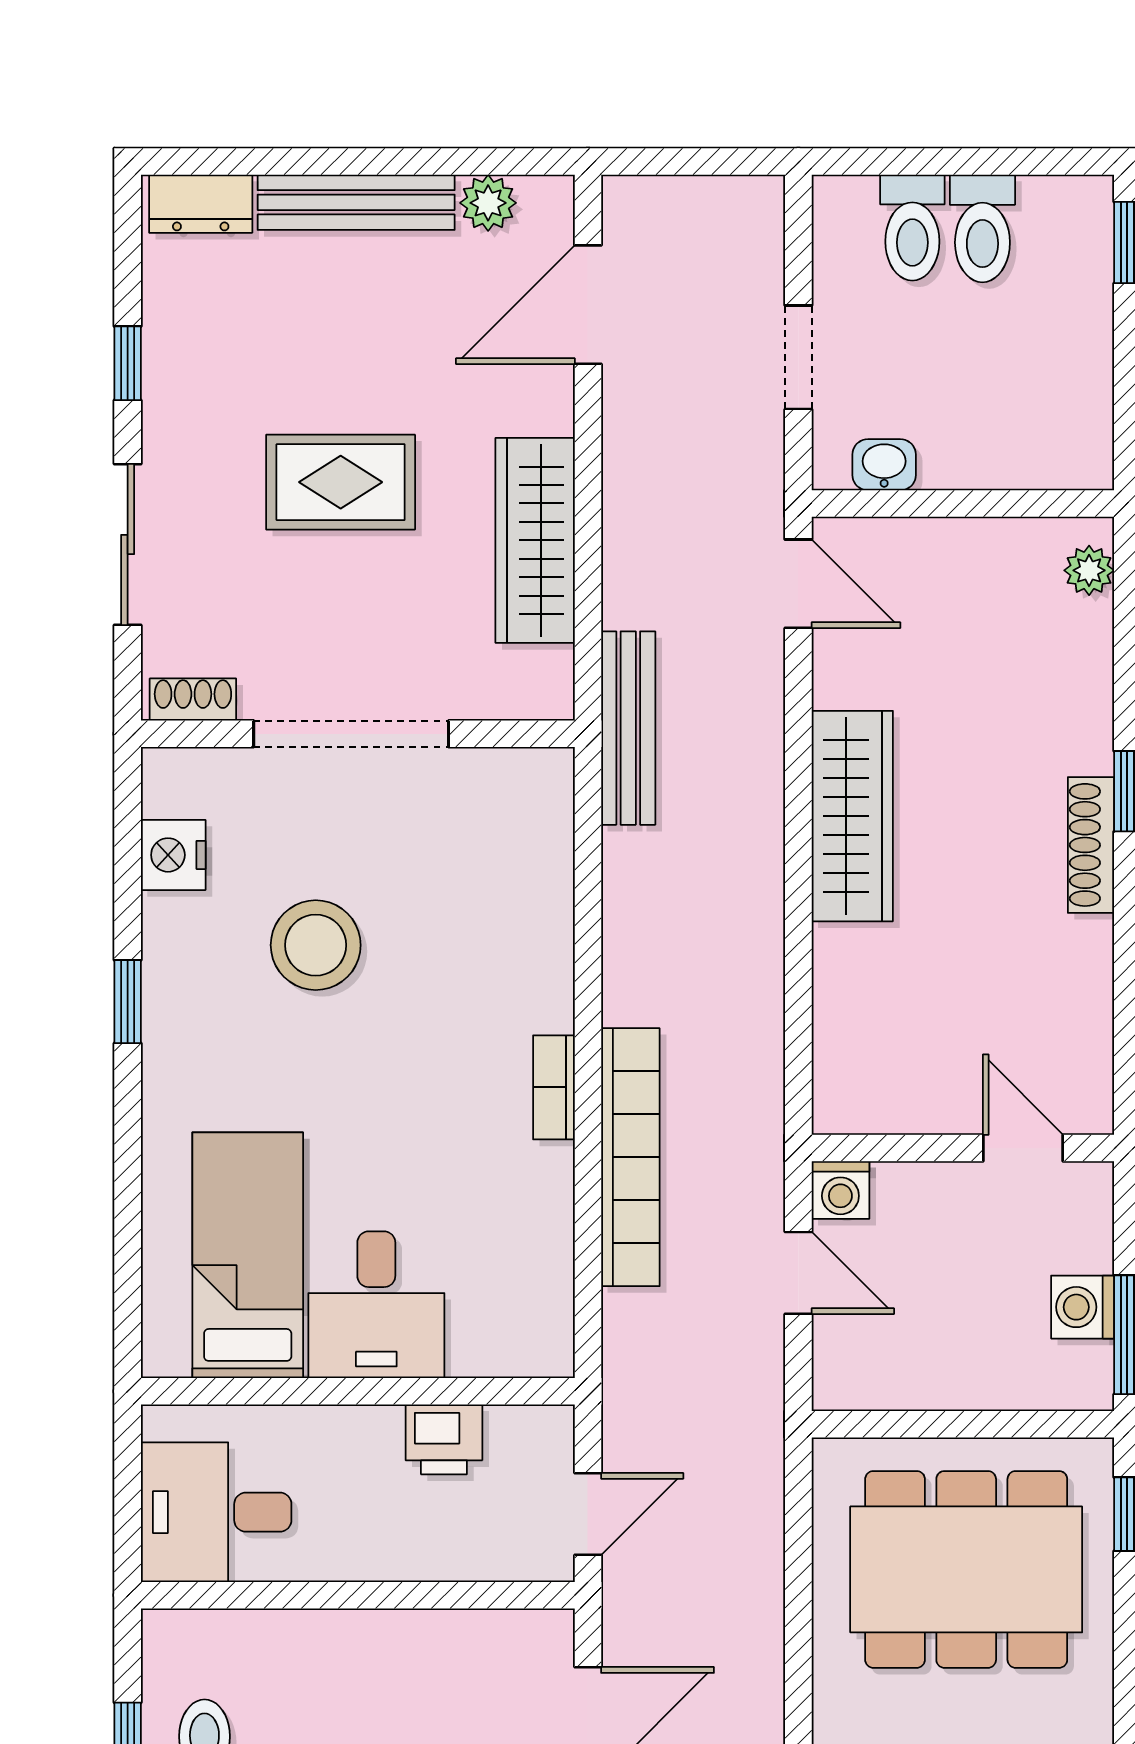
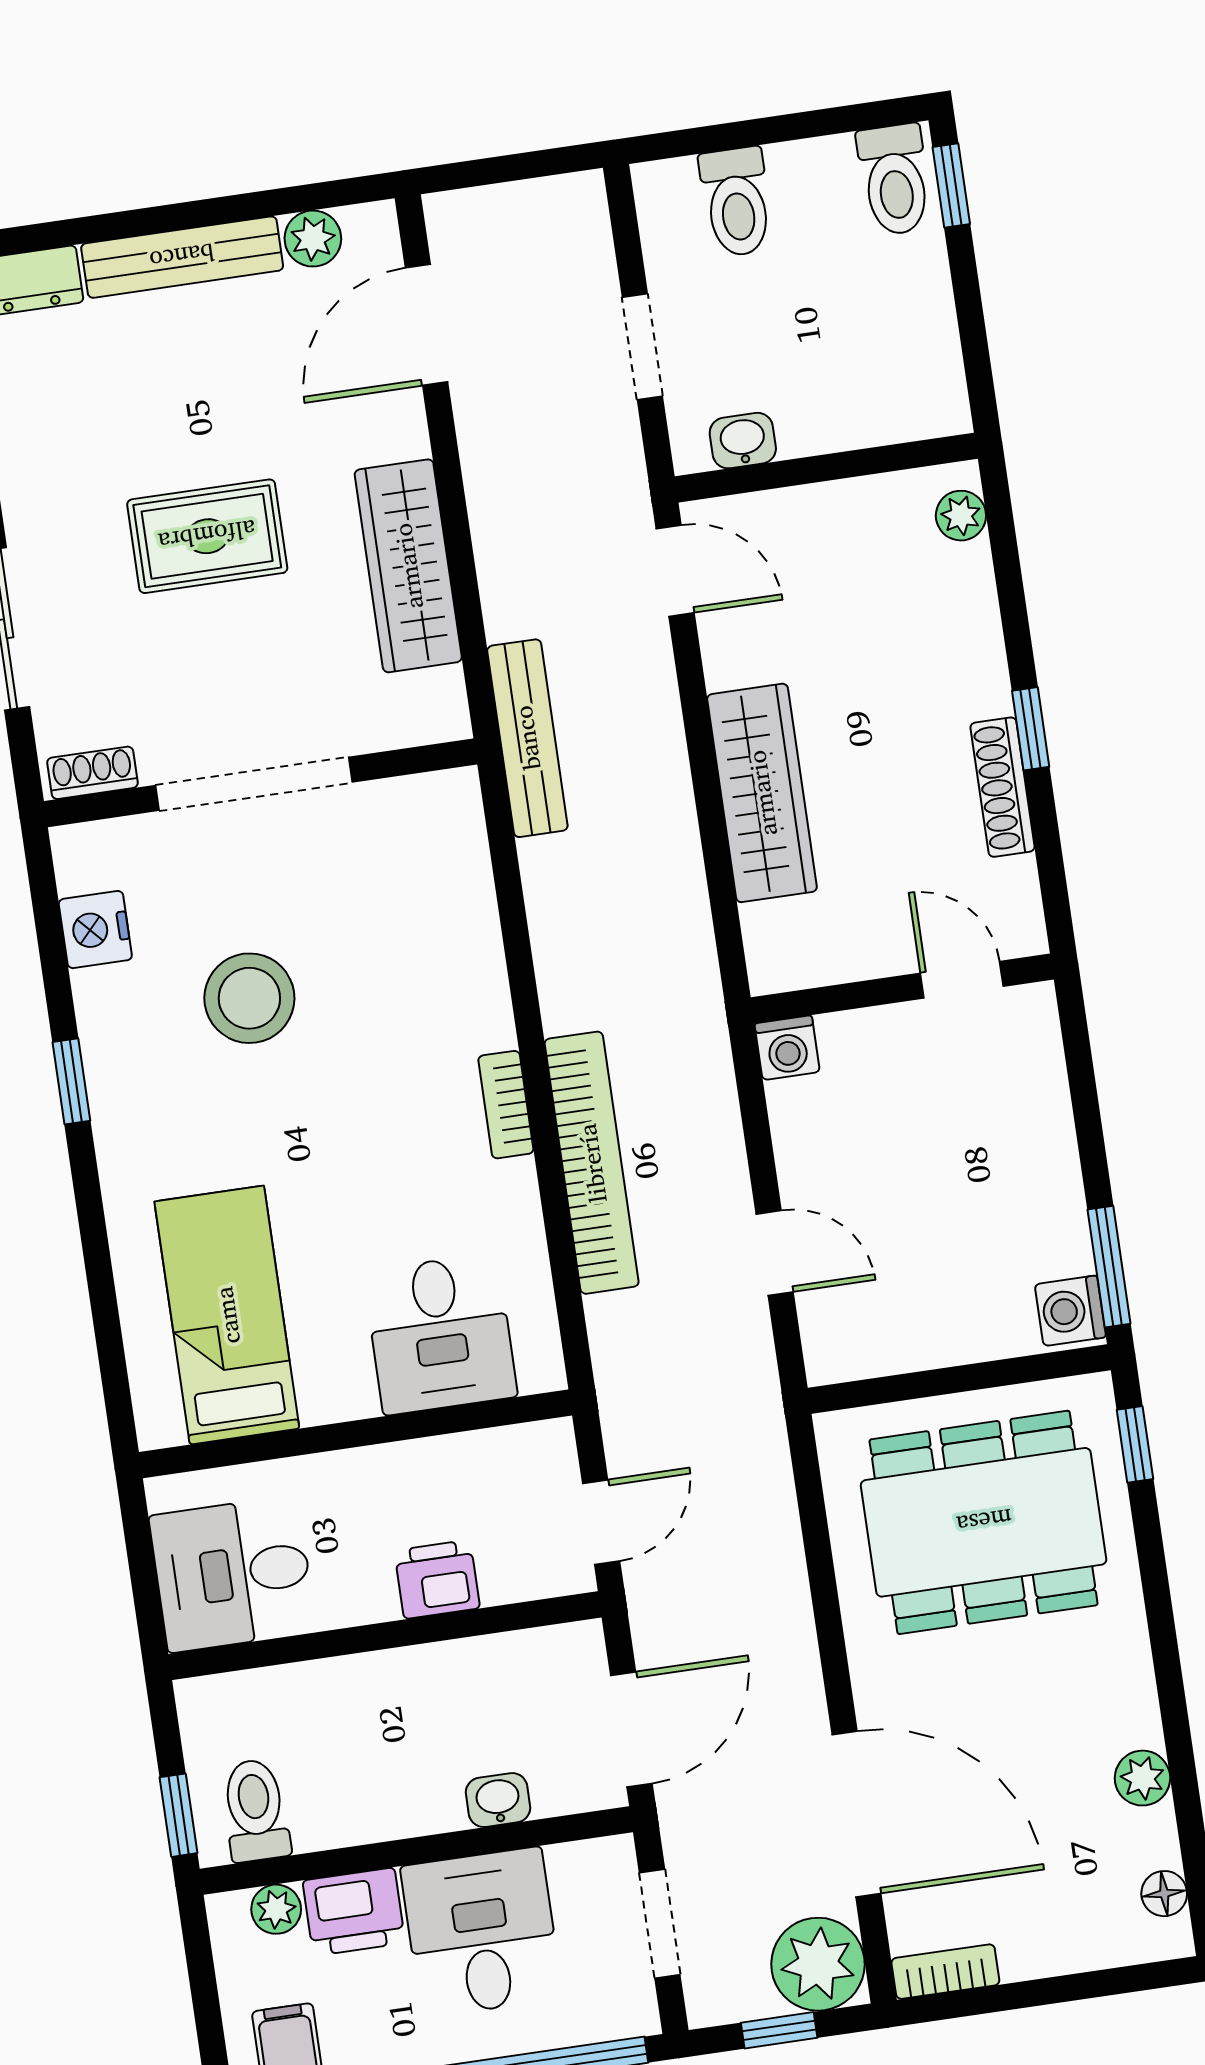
toilet: (982, 229) -> (895, 180), moved
wall: (963, 1148) -> (902, 988), moved
door: (1023, 1148) -> (962, 980), moved
washing machine: (840, 1190) -> (787, 1048), moved
desk: (376, 1305) -> (440, 1334), moved
washing machine: (1083, 1307) -> (1070, 1311), moved
printer: (444, 1439) -> (437, 1579), moved, turned 180

